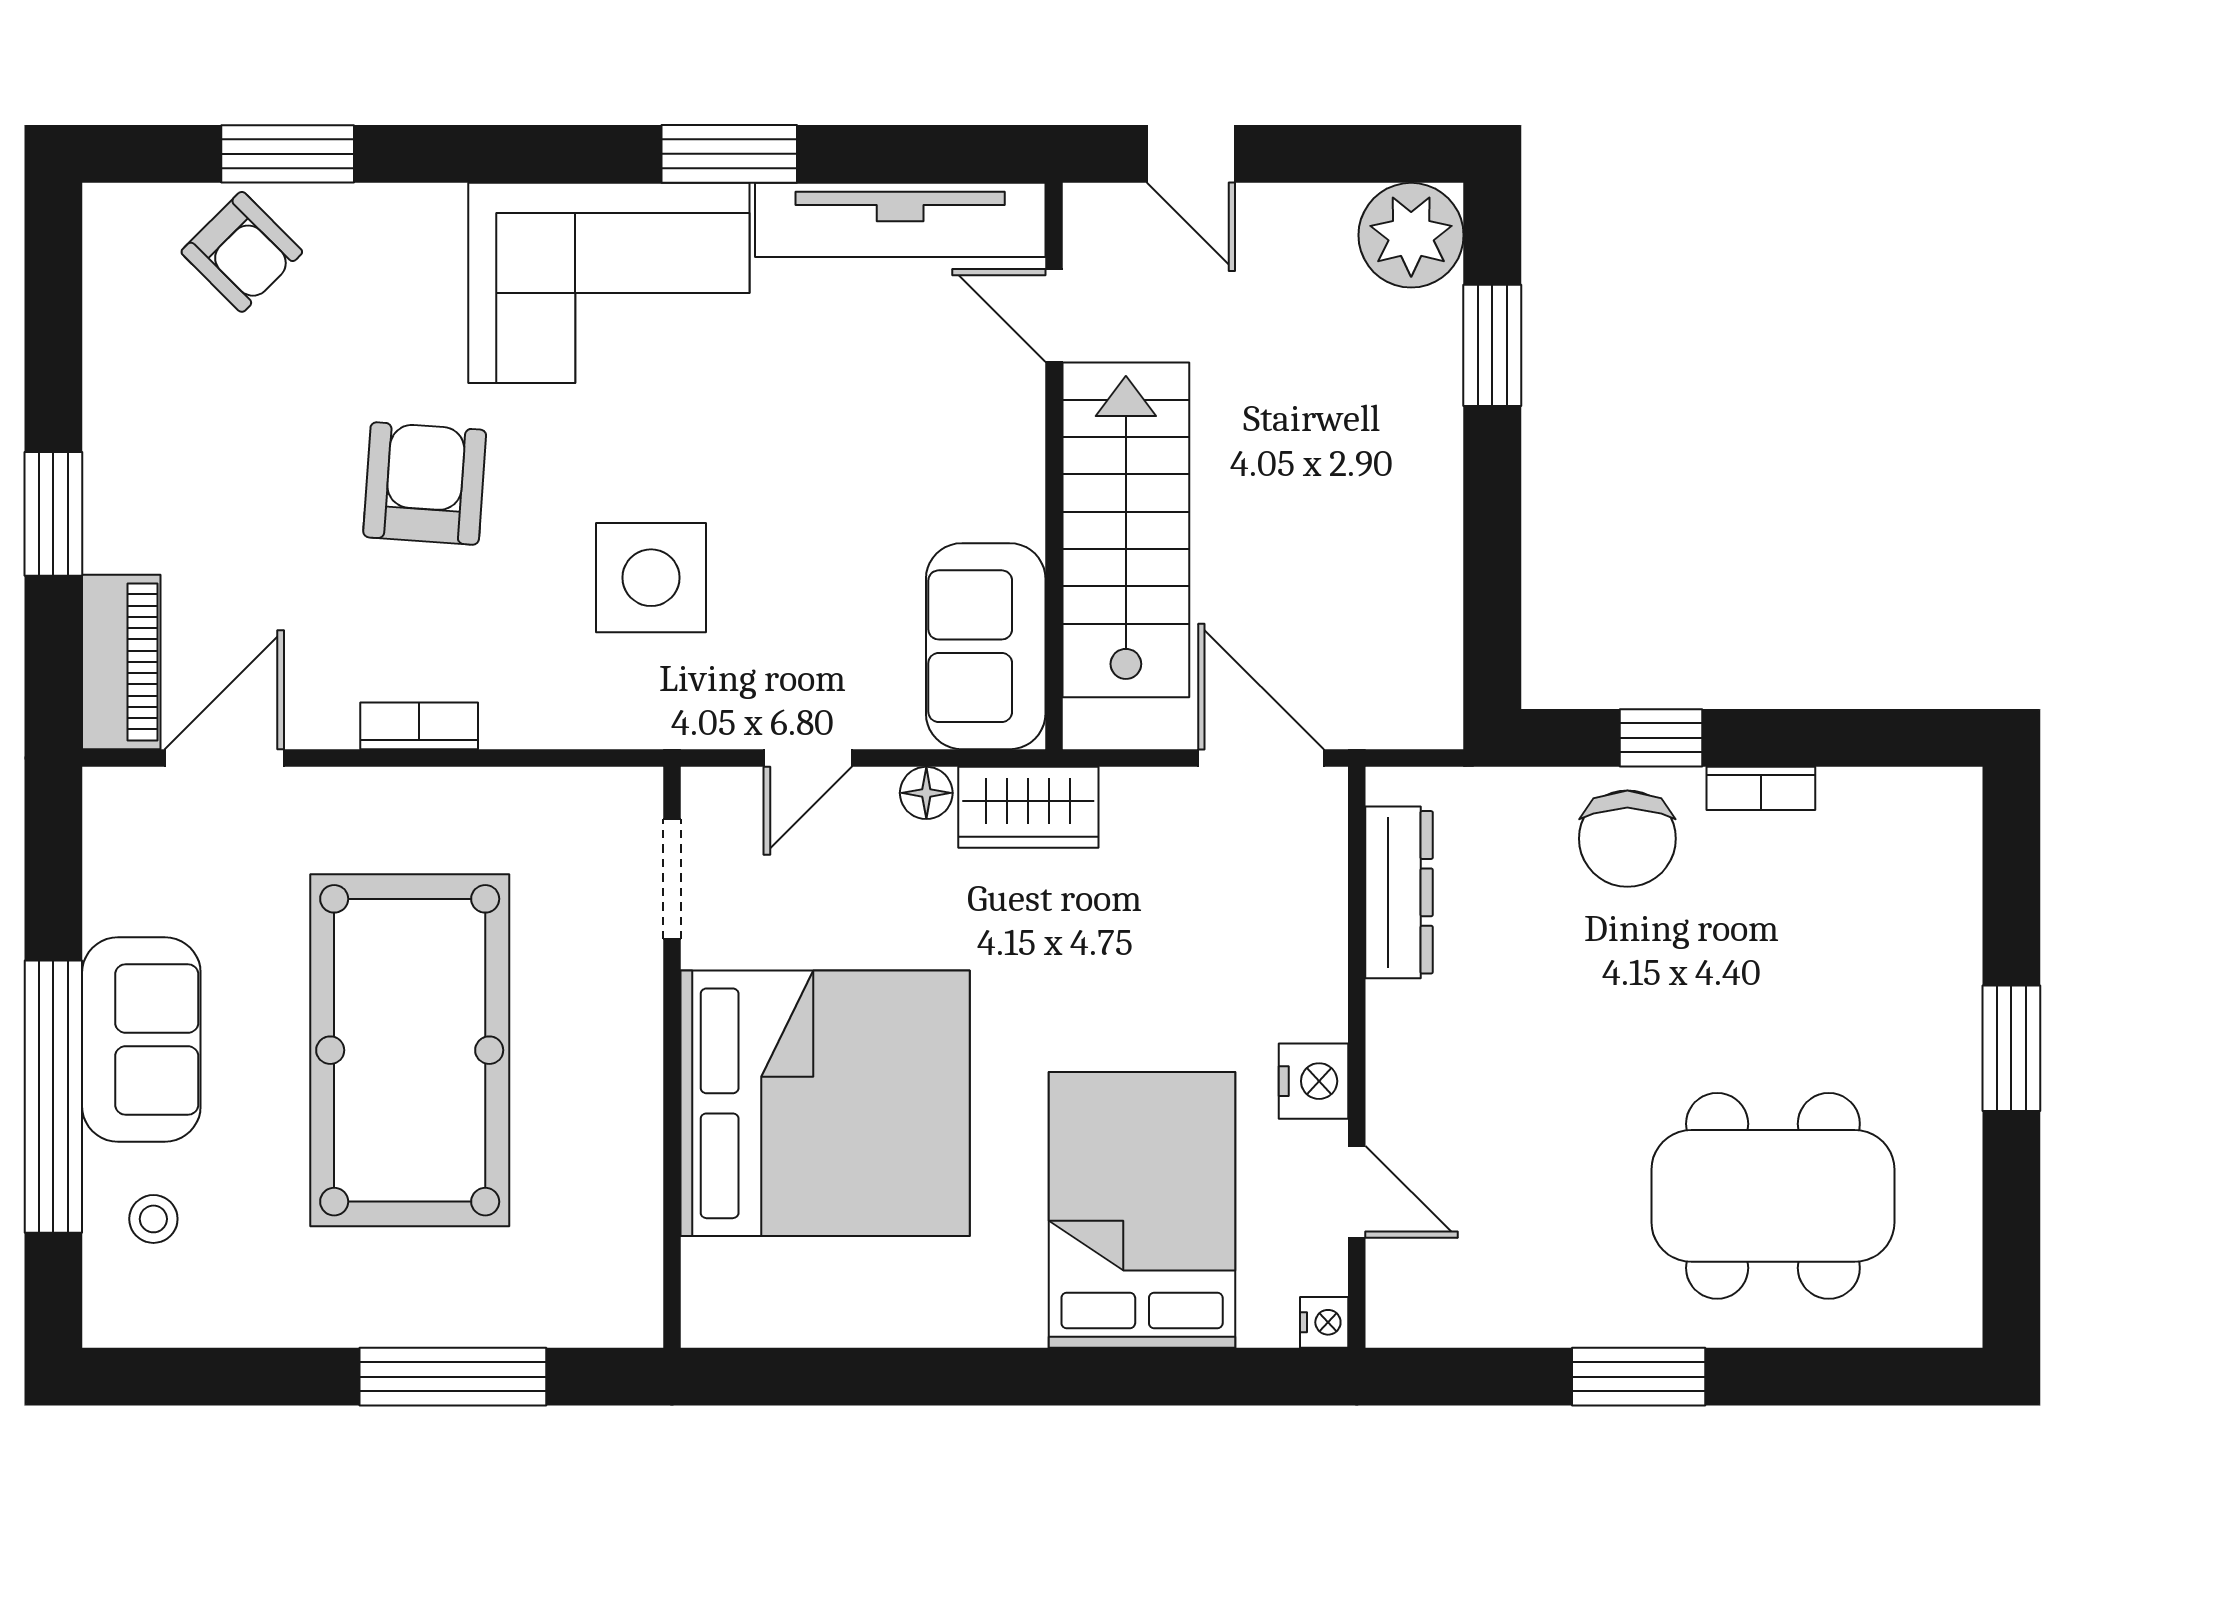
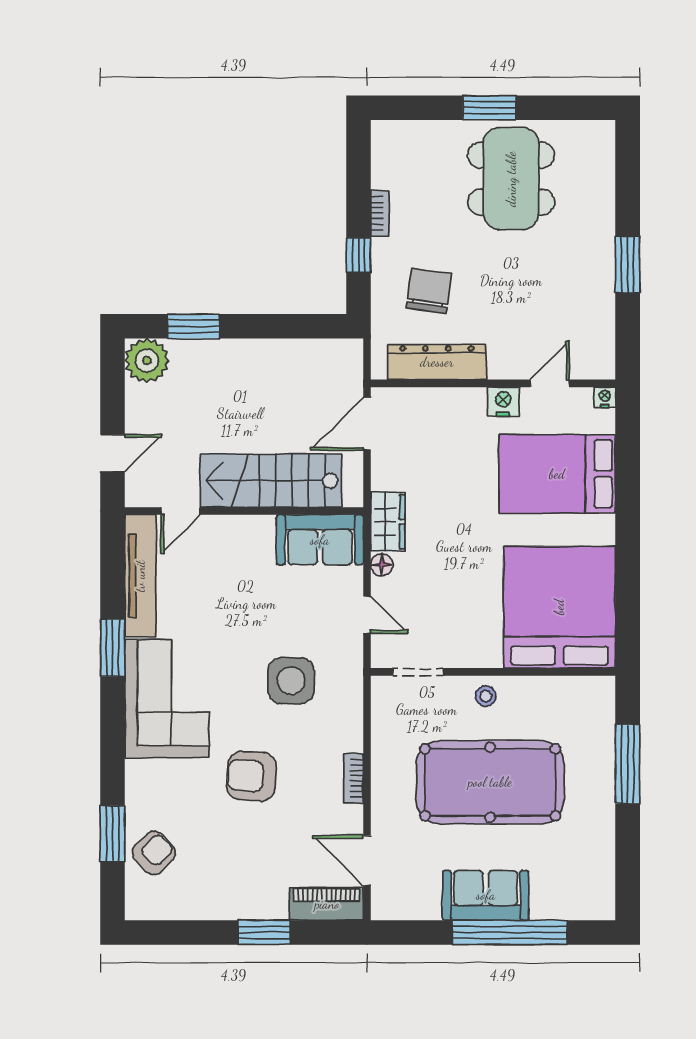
chair: (1627, 839) -> (429, 291), moved, turned -82
dresser: (1399, 892) -> (437, 362), width x1.37, depth x1.24
bed: (825, 1103) -> (559, 607), moved
dining table: (1773, 1196) -> (511, 179), moved
stool: (153, 1219) -> (486, 696), moved

